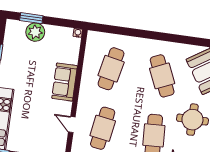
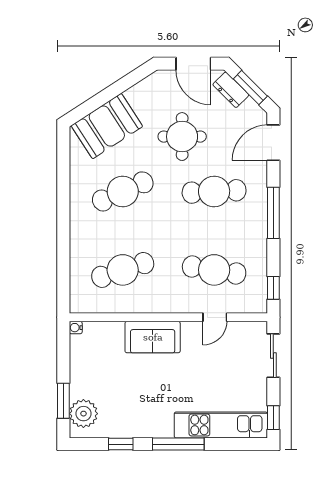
plant: (35, 32) -> (83, 414), moved
cafe table: (111, 69) -> (123, 270), turned -30

